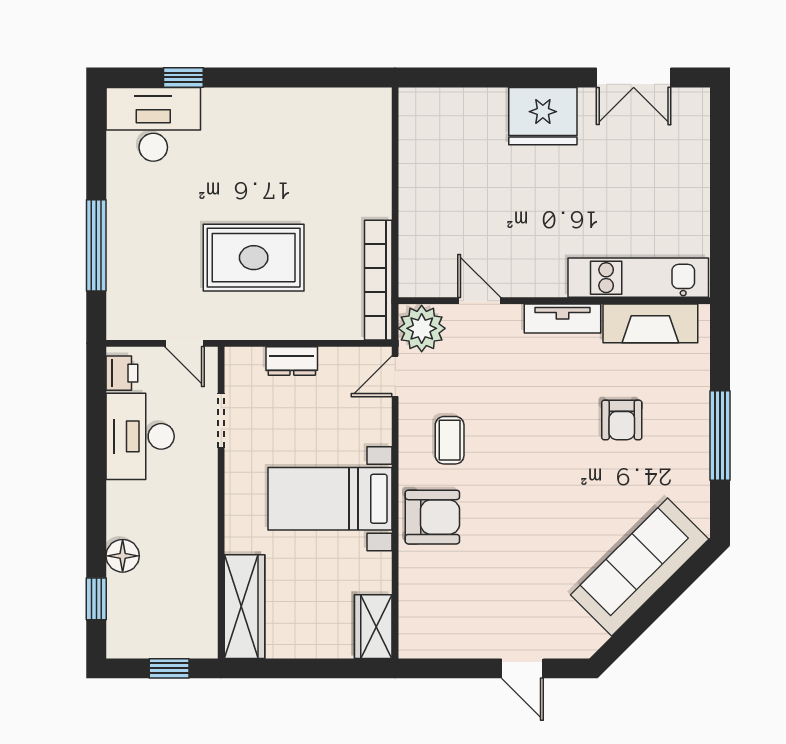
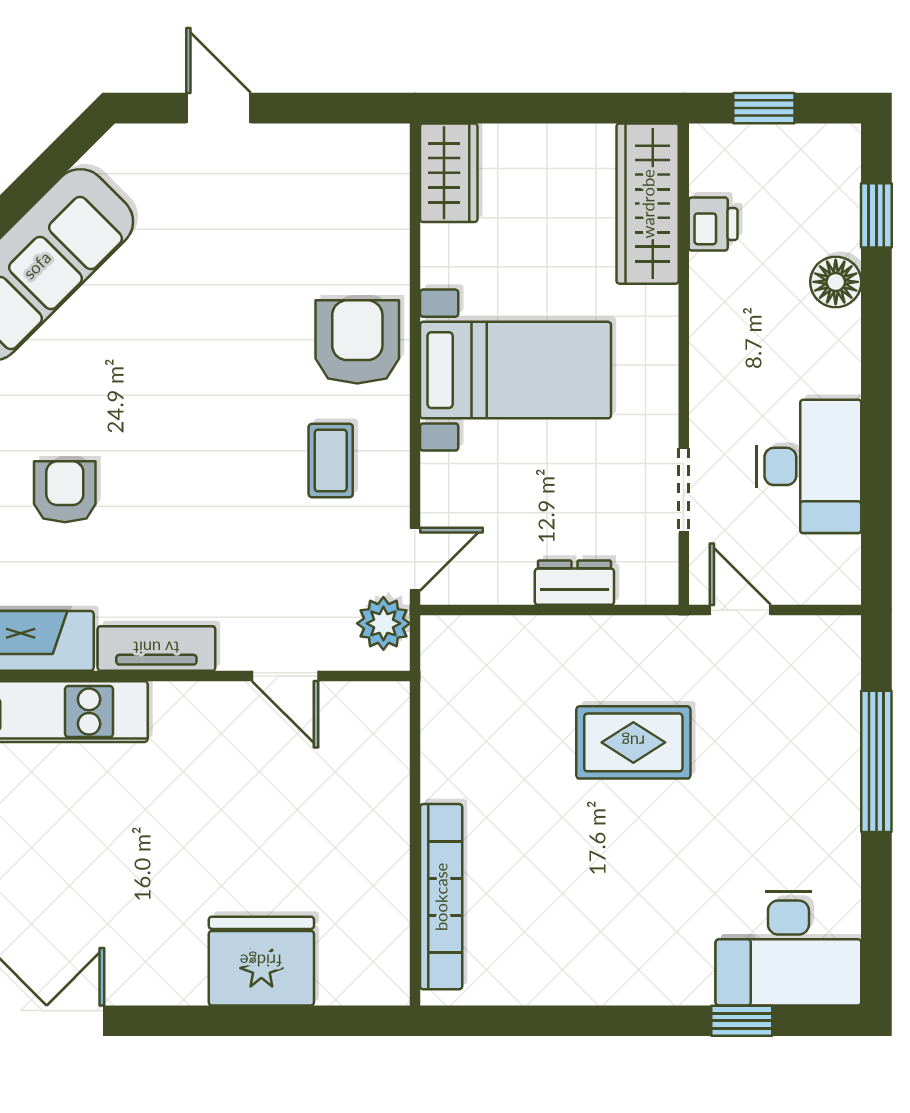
fridge: (543, 116) -> (261, 961), moved
rug: (254, 258) -> (633, 742), width x0.73, depth x0.70
bookcase: (378, 280) -> (441, 897), moved
plant: (422, 328) -> (383, 623), width x0.73, depth x0.73
printer: (122, 373) -> (713, 224), moved, turned 180
armchair: (432, 517) -> (357, 342), turned 90

